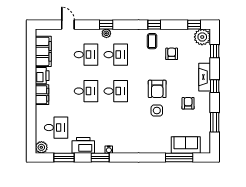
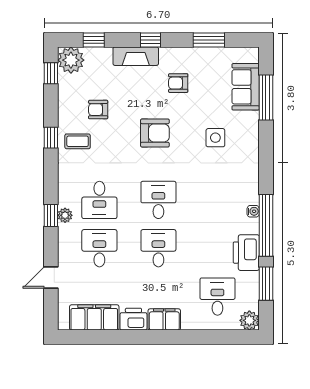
desk: (116, 55) -> (99, 200), turned 180
side table: (157, 110) -> (215, 138), moved
window: (100, 158) -> (266, 225), width x2.11

